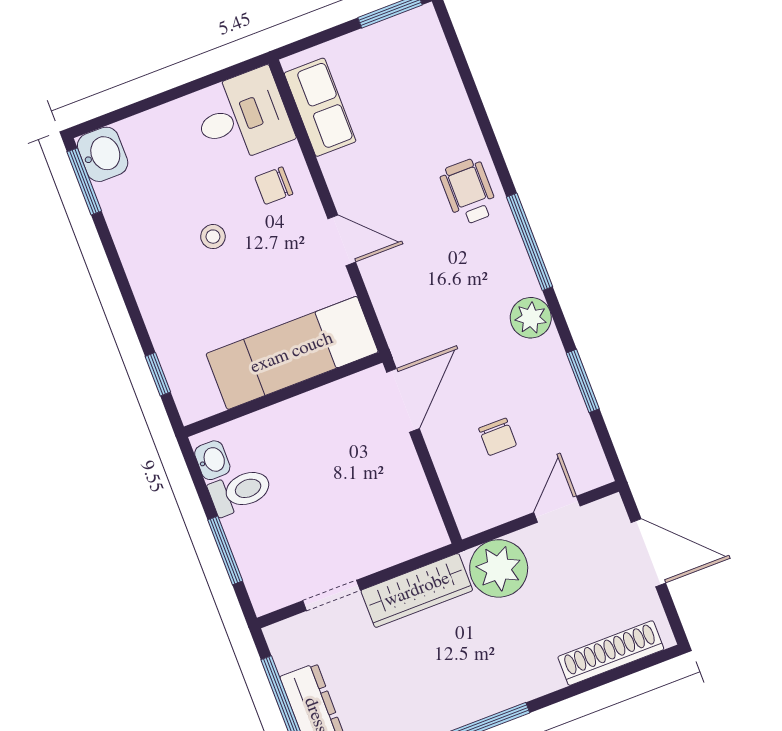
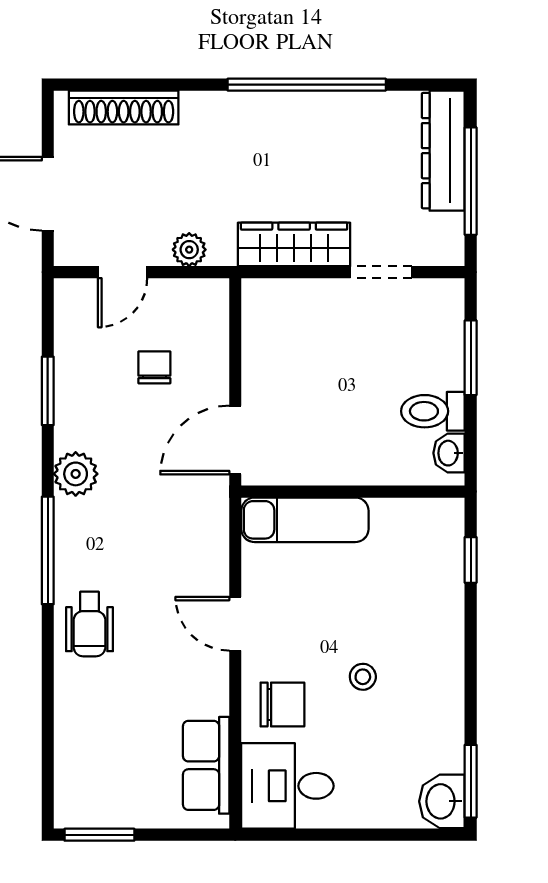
chair: (274, 186) -> (282, 705), width x1.37, depth x1.37
exam couch: (292, 353) -> (305, 520), width x0.73, depth x0.69
plant: (499, 568) -> (189, 250), width x0.53, depth x0.53

